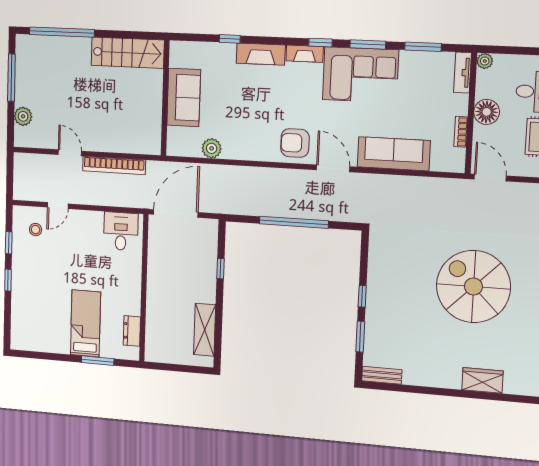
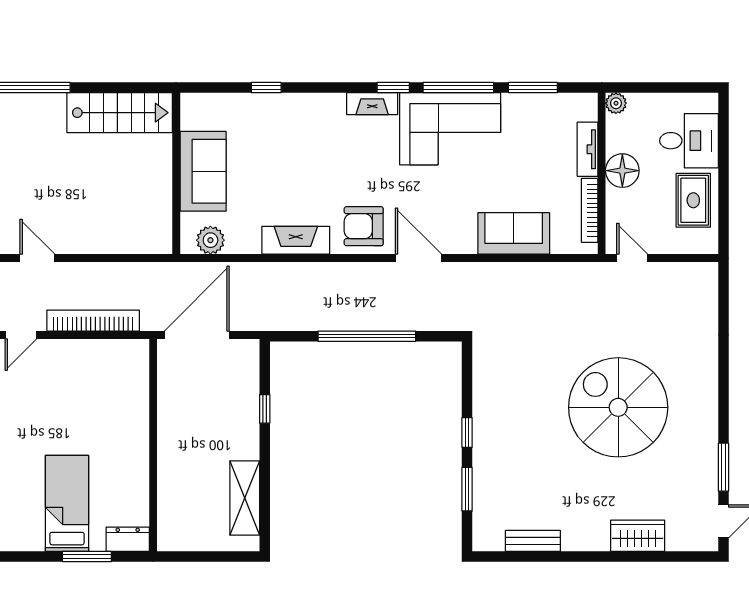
window: (368, 44) -> (458, 88), width x1.44
fireplace: (261, 54) -> (296, 240), moved, turned 180
tv unit: (463, 73) -> (587, 149), moved
bookcase: (461, 132) -> (590, 210), width x1.56
plant: (212, 148) -> (210, 240), moved
sofa: (394, 154) -> (514, 233), width x0.73
bookcase: (114, 165) -> (93, 321), moved, turned 180
door: (490, 178) -> (632, 258), width x0.73
desk: (121, 231) -> (117, 366), removed
dresser: (132, 331) -> (128, 539), moved, turned 90
bench: (382, 375) -> (533, 541), moved

